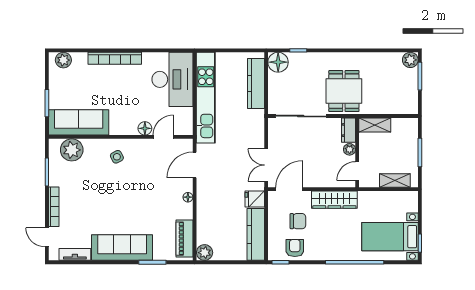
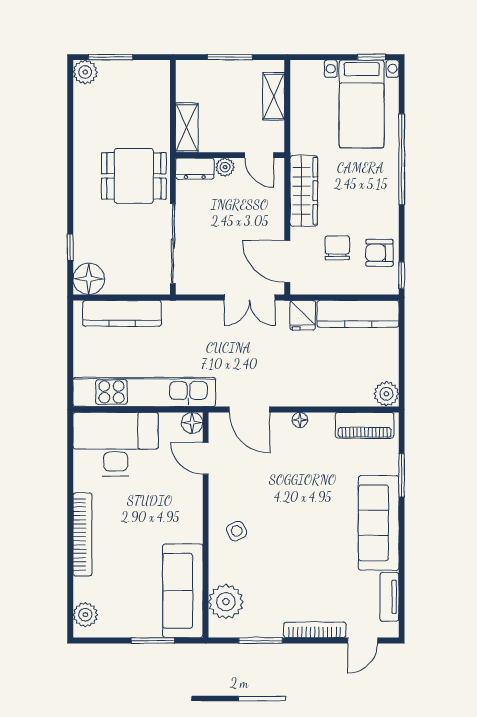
floor lamp: (145, 128) -> (192, 423), moved

